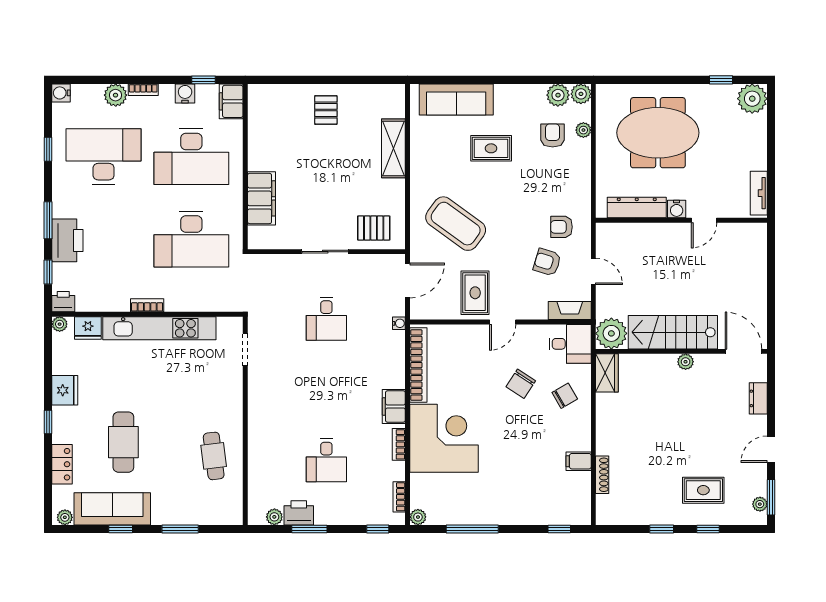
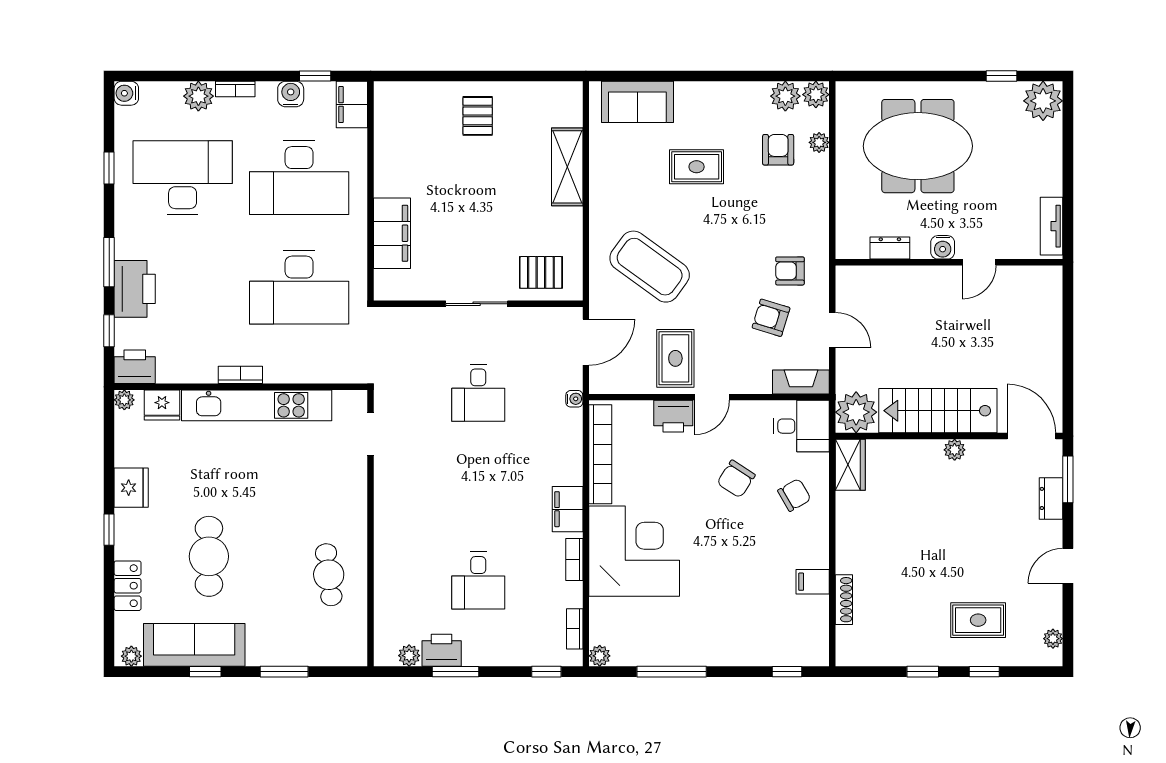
sofa: (456, 99) -> (637, 102), width x0.73
dresser: (637, 208) -> (890, 248), width x0.51, depth x0.80
printer: (63, 302) -> (135, 367), width x1.36, depth x1.24
printer: (473, 336) -> (673, 416), added
window: (771, 497) -> (1068, 479), moved

